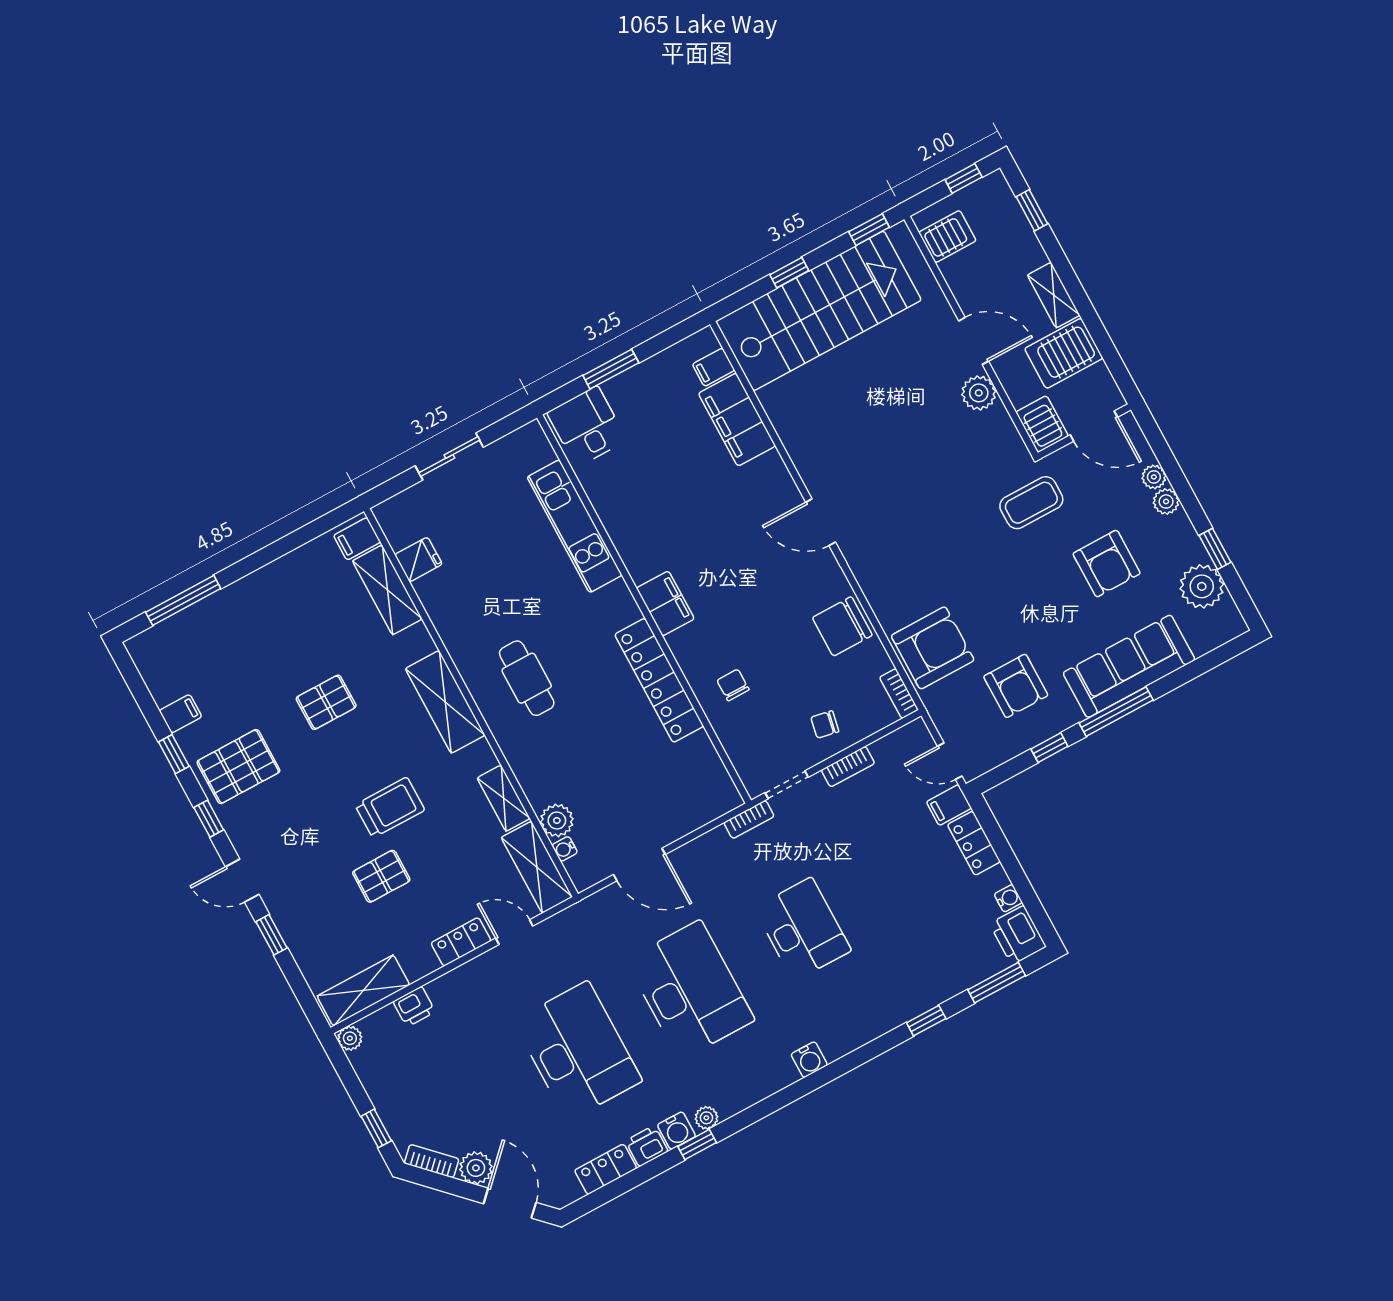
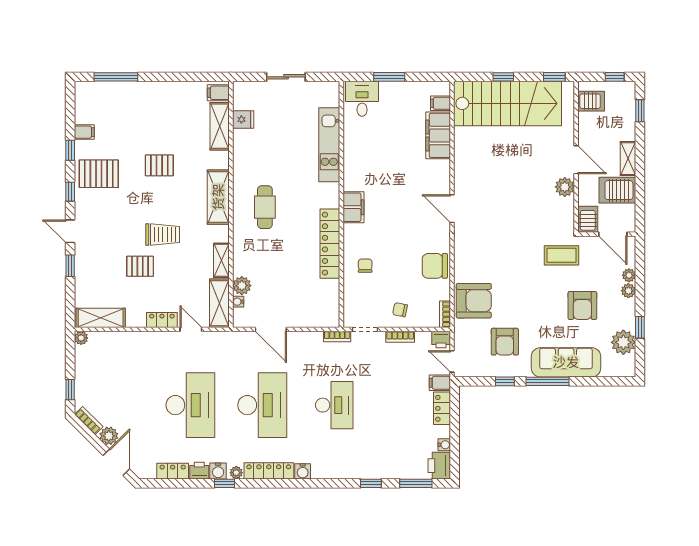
printer: (414, 1007) -> (441, 339), moved
locker: (756, 1088) -> (269, 471), added

